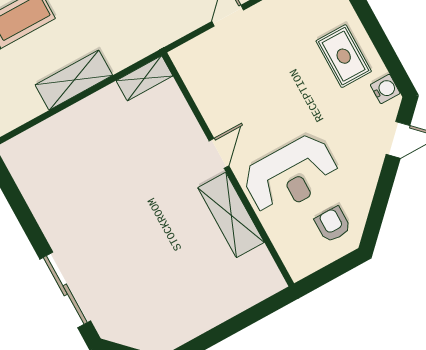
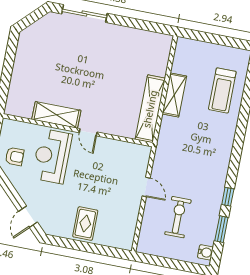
rug: (344, 56) -> (85, 224), turned 90
shelving: (144, 78) -> (150, 109), width x2.20, depth x1.33
water cooler: (385, 89) -> (55, 230), removed

